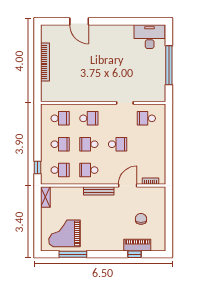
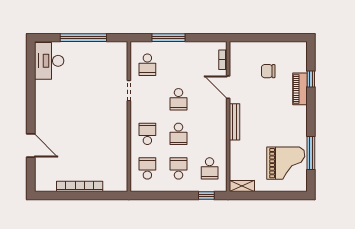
door: (79, 21) -> (31, 145), hinge flipped
window: (169, 136) -> (168, 38), added
school desk: (118, 144) -> (178, 99), turned 180
school desk: (60, 170) -> (210, 168), turned 180
school desk: (89, 170) -> (210, 134), removed
grand piano: (64, 233) -> (286, 163), turned -90
piano: (137, 245) -> (300, 89), moved

